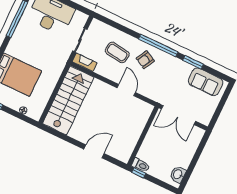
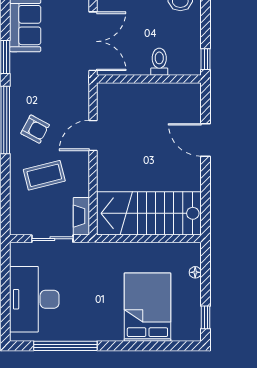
coffee table: (117, 52) -> (44, 175), turned 68
toilet: (141, 165) -> (159, 62), moved

